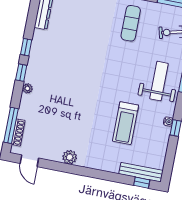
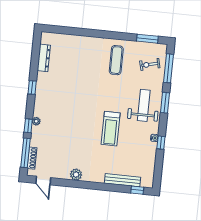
window: (21, 73) -> (28, 126), moved
treadmill: (125, 123) -> (111, 129), moved
bench: (141, 172) -> (123, 180), moved

